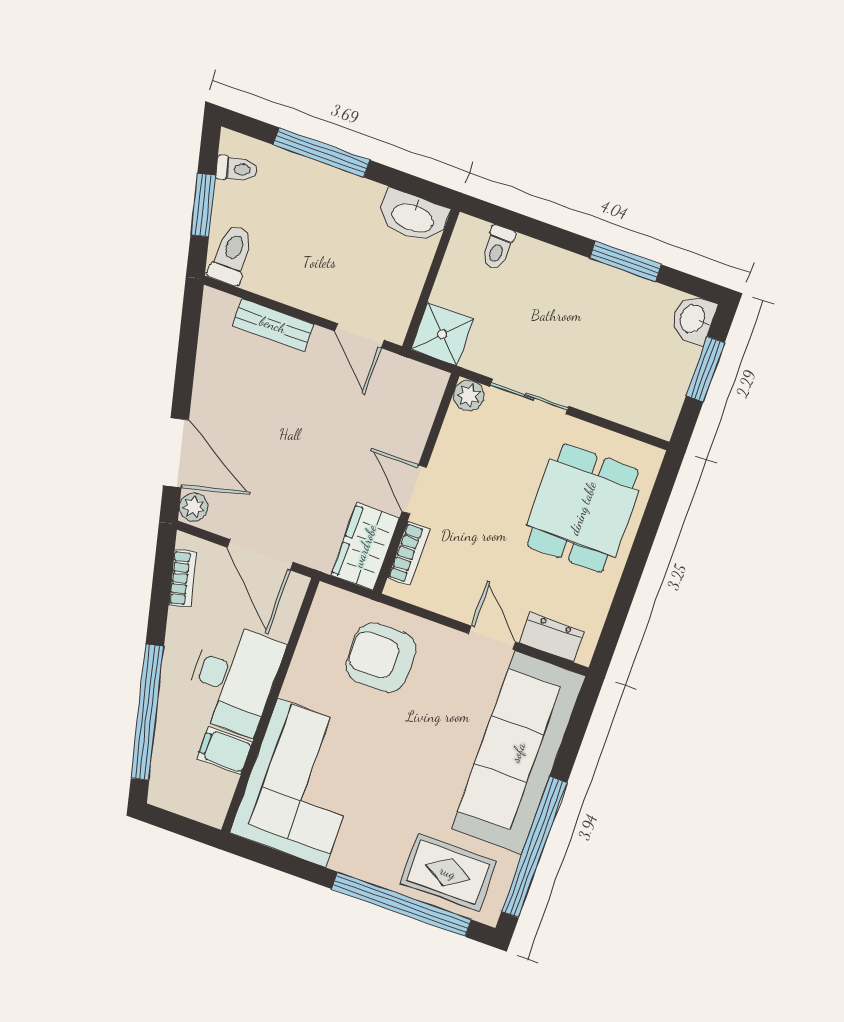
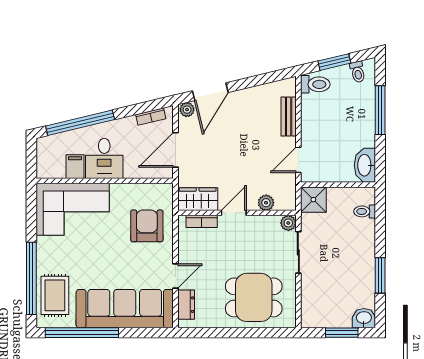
plant: (417, 423) -> (266, 203), added
desk: (233, 679) -> (104, 158), width x0.73

